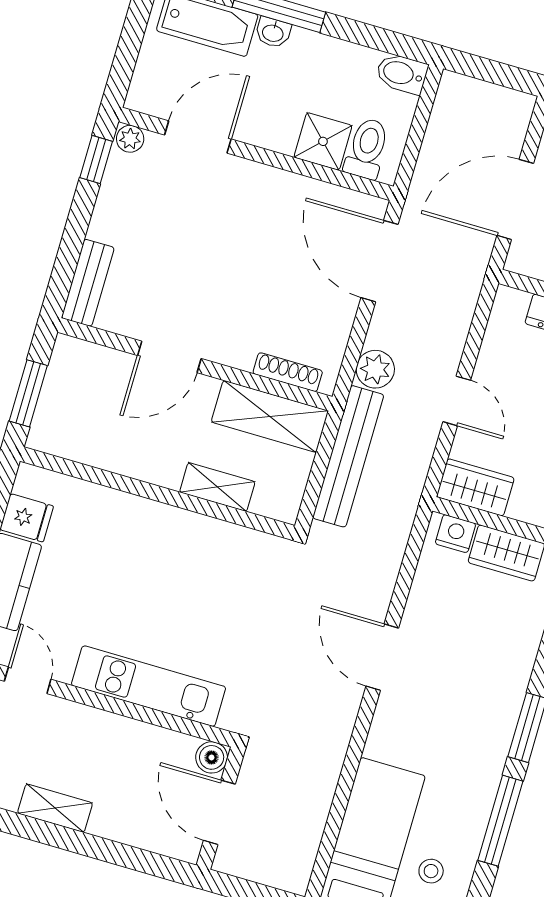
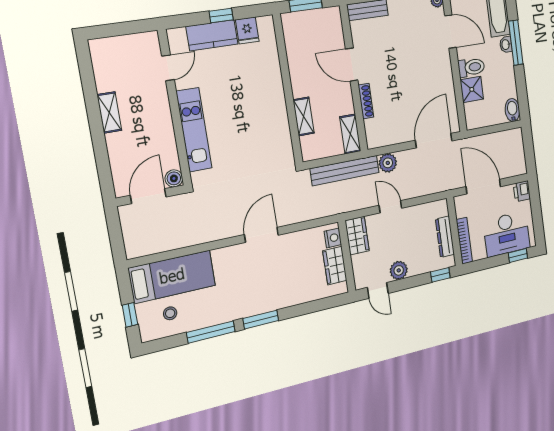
toilet: (367, 148) -> (471, 67), moved
shoe rack: (288, 372) -> (366, 101), moved
door: (457, 401) -> (390, 207), swing flipped
shelving: (270, 416) -> (350, 134), width x0.67, depth x0.75

